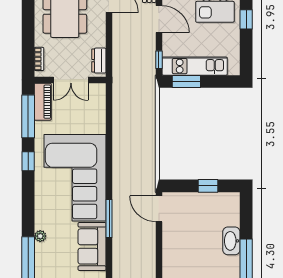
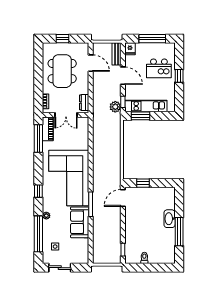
plant: (147, 67) -> (115, 107), added
window: (28, 161) -> (38, 191), moved
window: (208, 186) -> (143, 183), moved
door: (159, 209) -> (123, 198), hinge flipped

